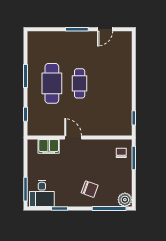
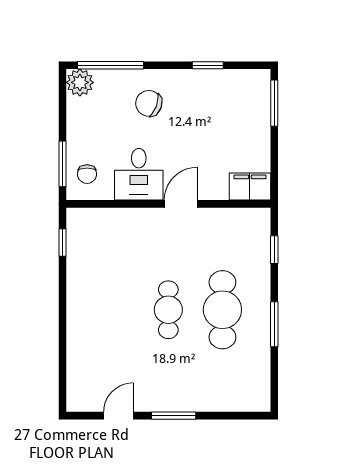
door: (73, 138) -> (181, 204), swing flipped
filing cabinet: (49, 146) -> (250, 187), moved
desk: (42, 193) -> (139, 174), moved, turned 180

